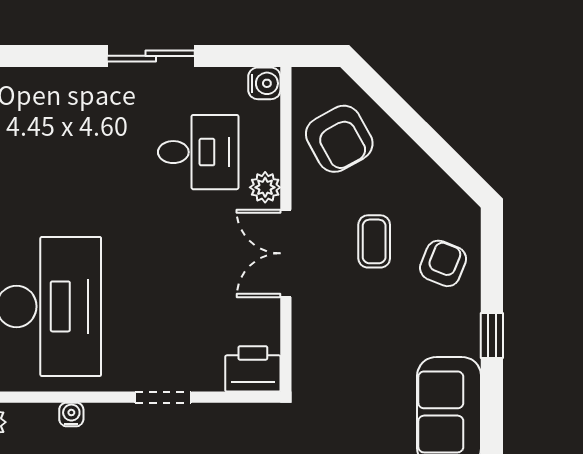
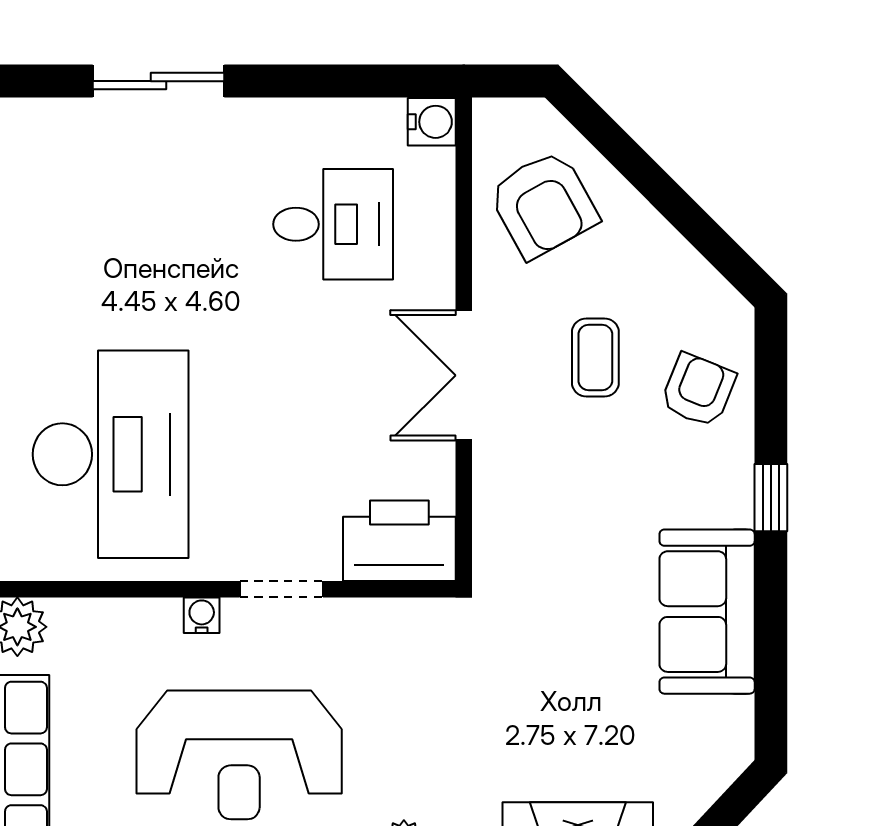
sliding door: (151, 56) -> (158, 81), moved
plant: (265, 187) -> (433, 277), removed
printer: (253, 369) -> (399, 541), width x1.37, depth x1.19
water cooler: (71, 414) -> (202, 615), moved

